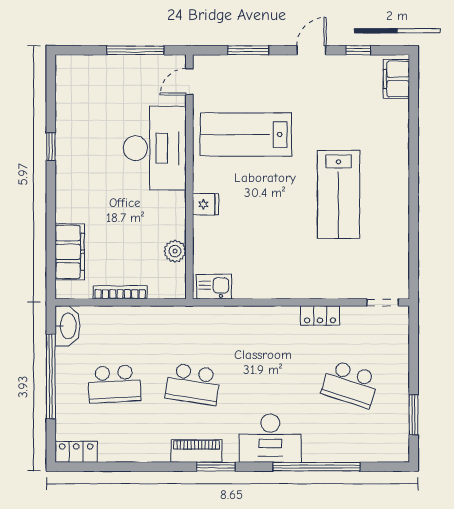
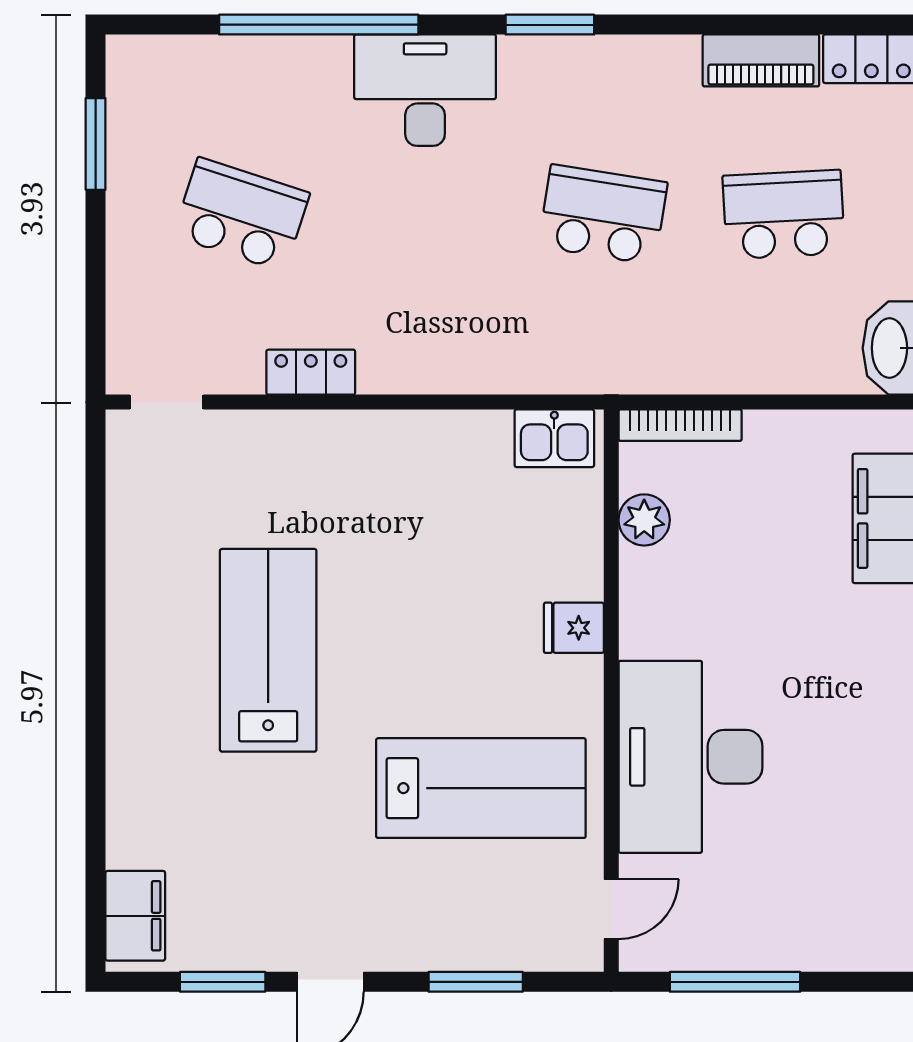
window: (358, 50) -> (223, 982), width x1.50
bookcase: (120, 292) -> (680, 425), moved
piano: (197, 451) -> (761, 60), moved

